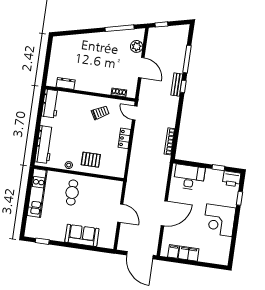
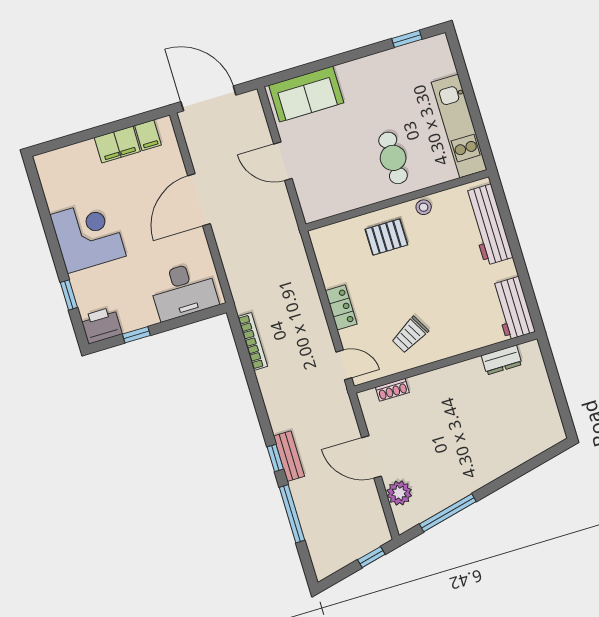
sofa: (82, 235) -> (306, 94), moved

